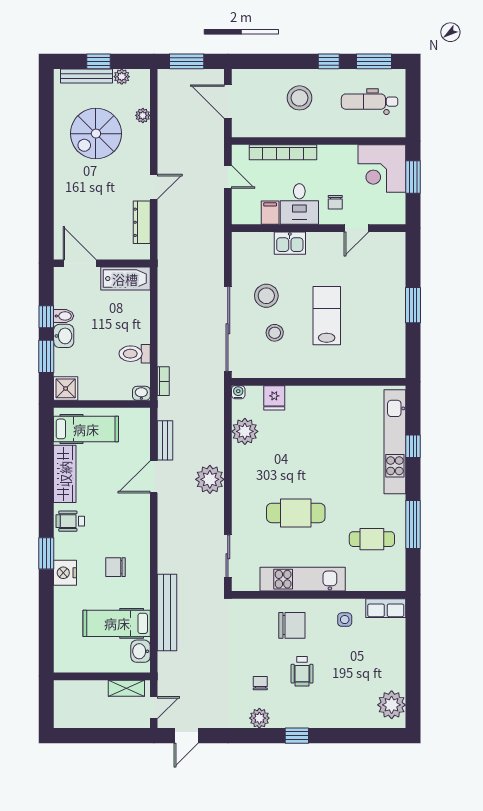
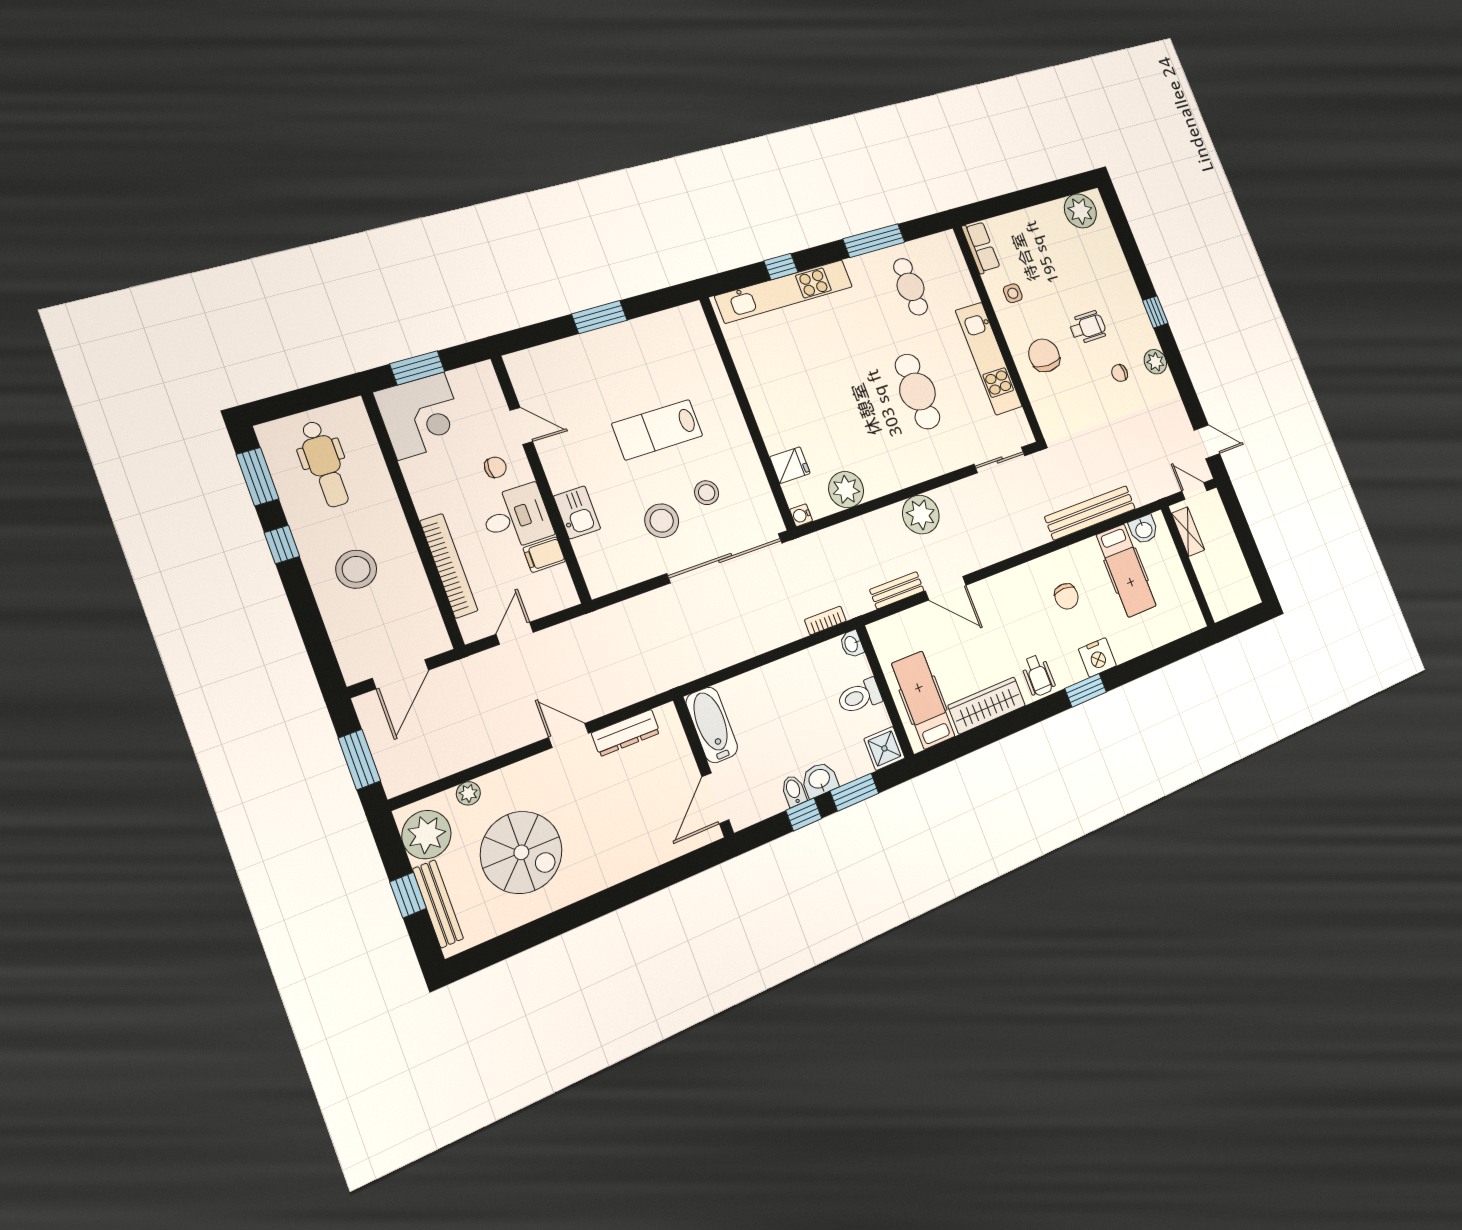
plant: (122, 77) -> (426, 835), width x1.88, depth x1.88
toilet: (135, 354) -> (860, 696), moved, turned 90

